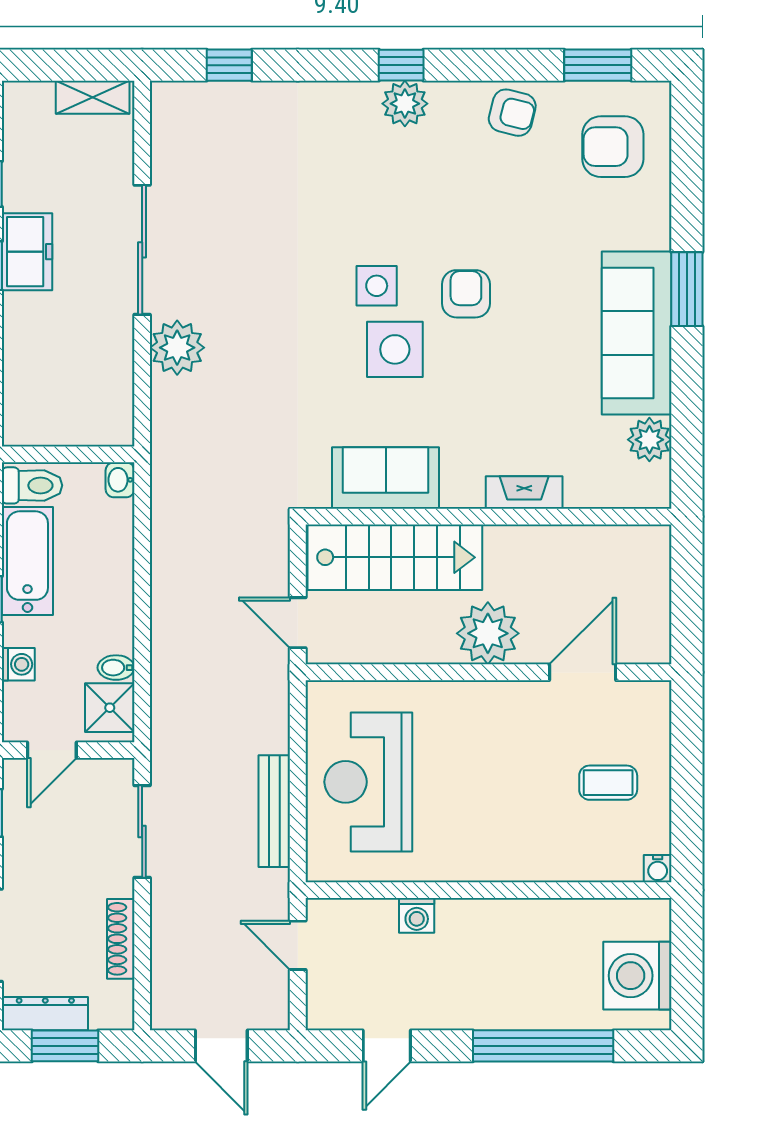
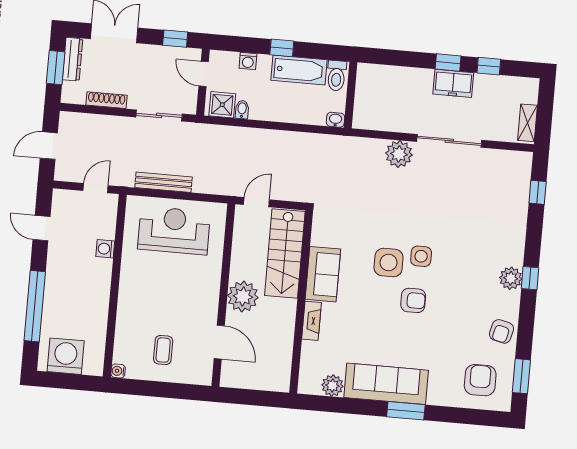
sofa: (386, 478) -> (323, 274), moved

